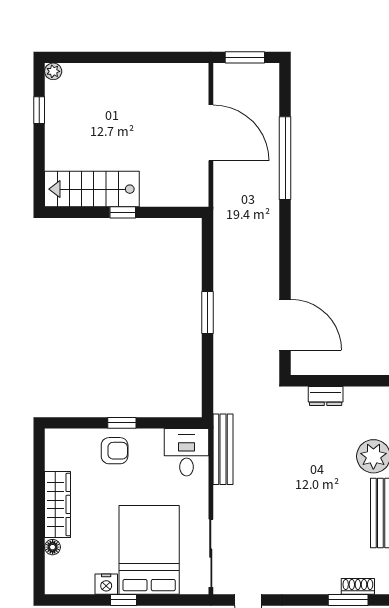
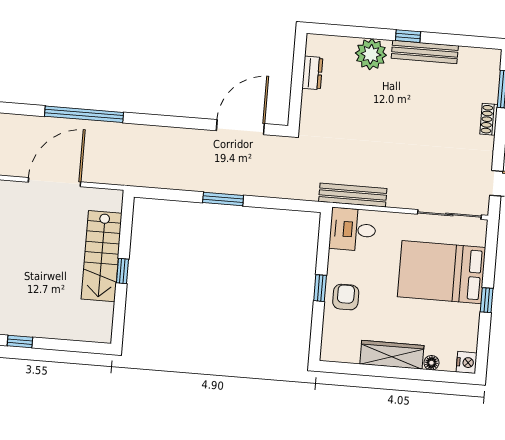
stairs: (92, 189) -> (102, 256), moved
dresser: (326, 396) -> (312, 73), moved
nightstand: (106, 584) -> (467, 362), moved
shoe rack: (358, 586) -> (489, 119), moved

